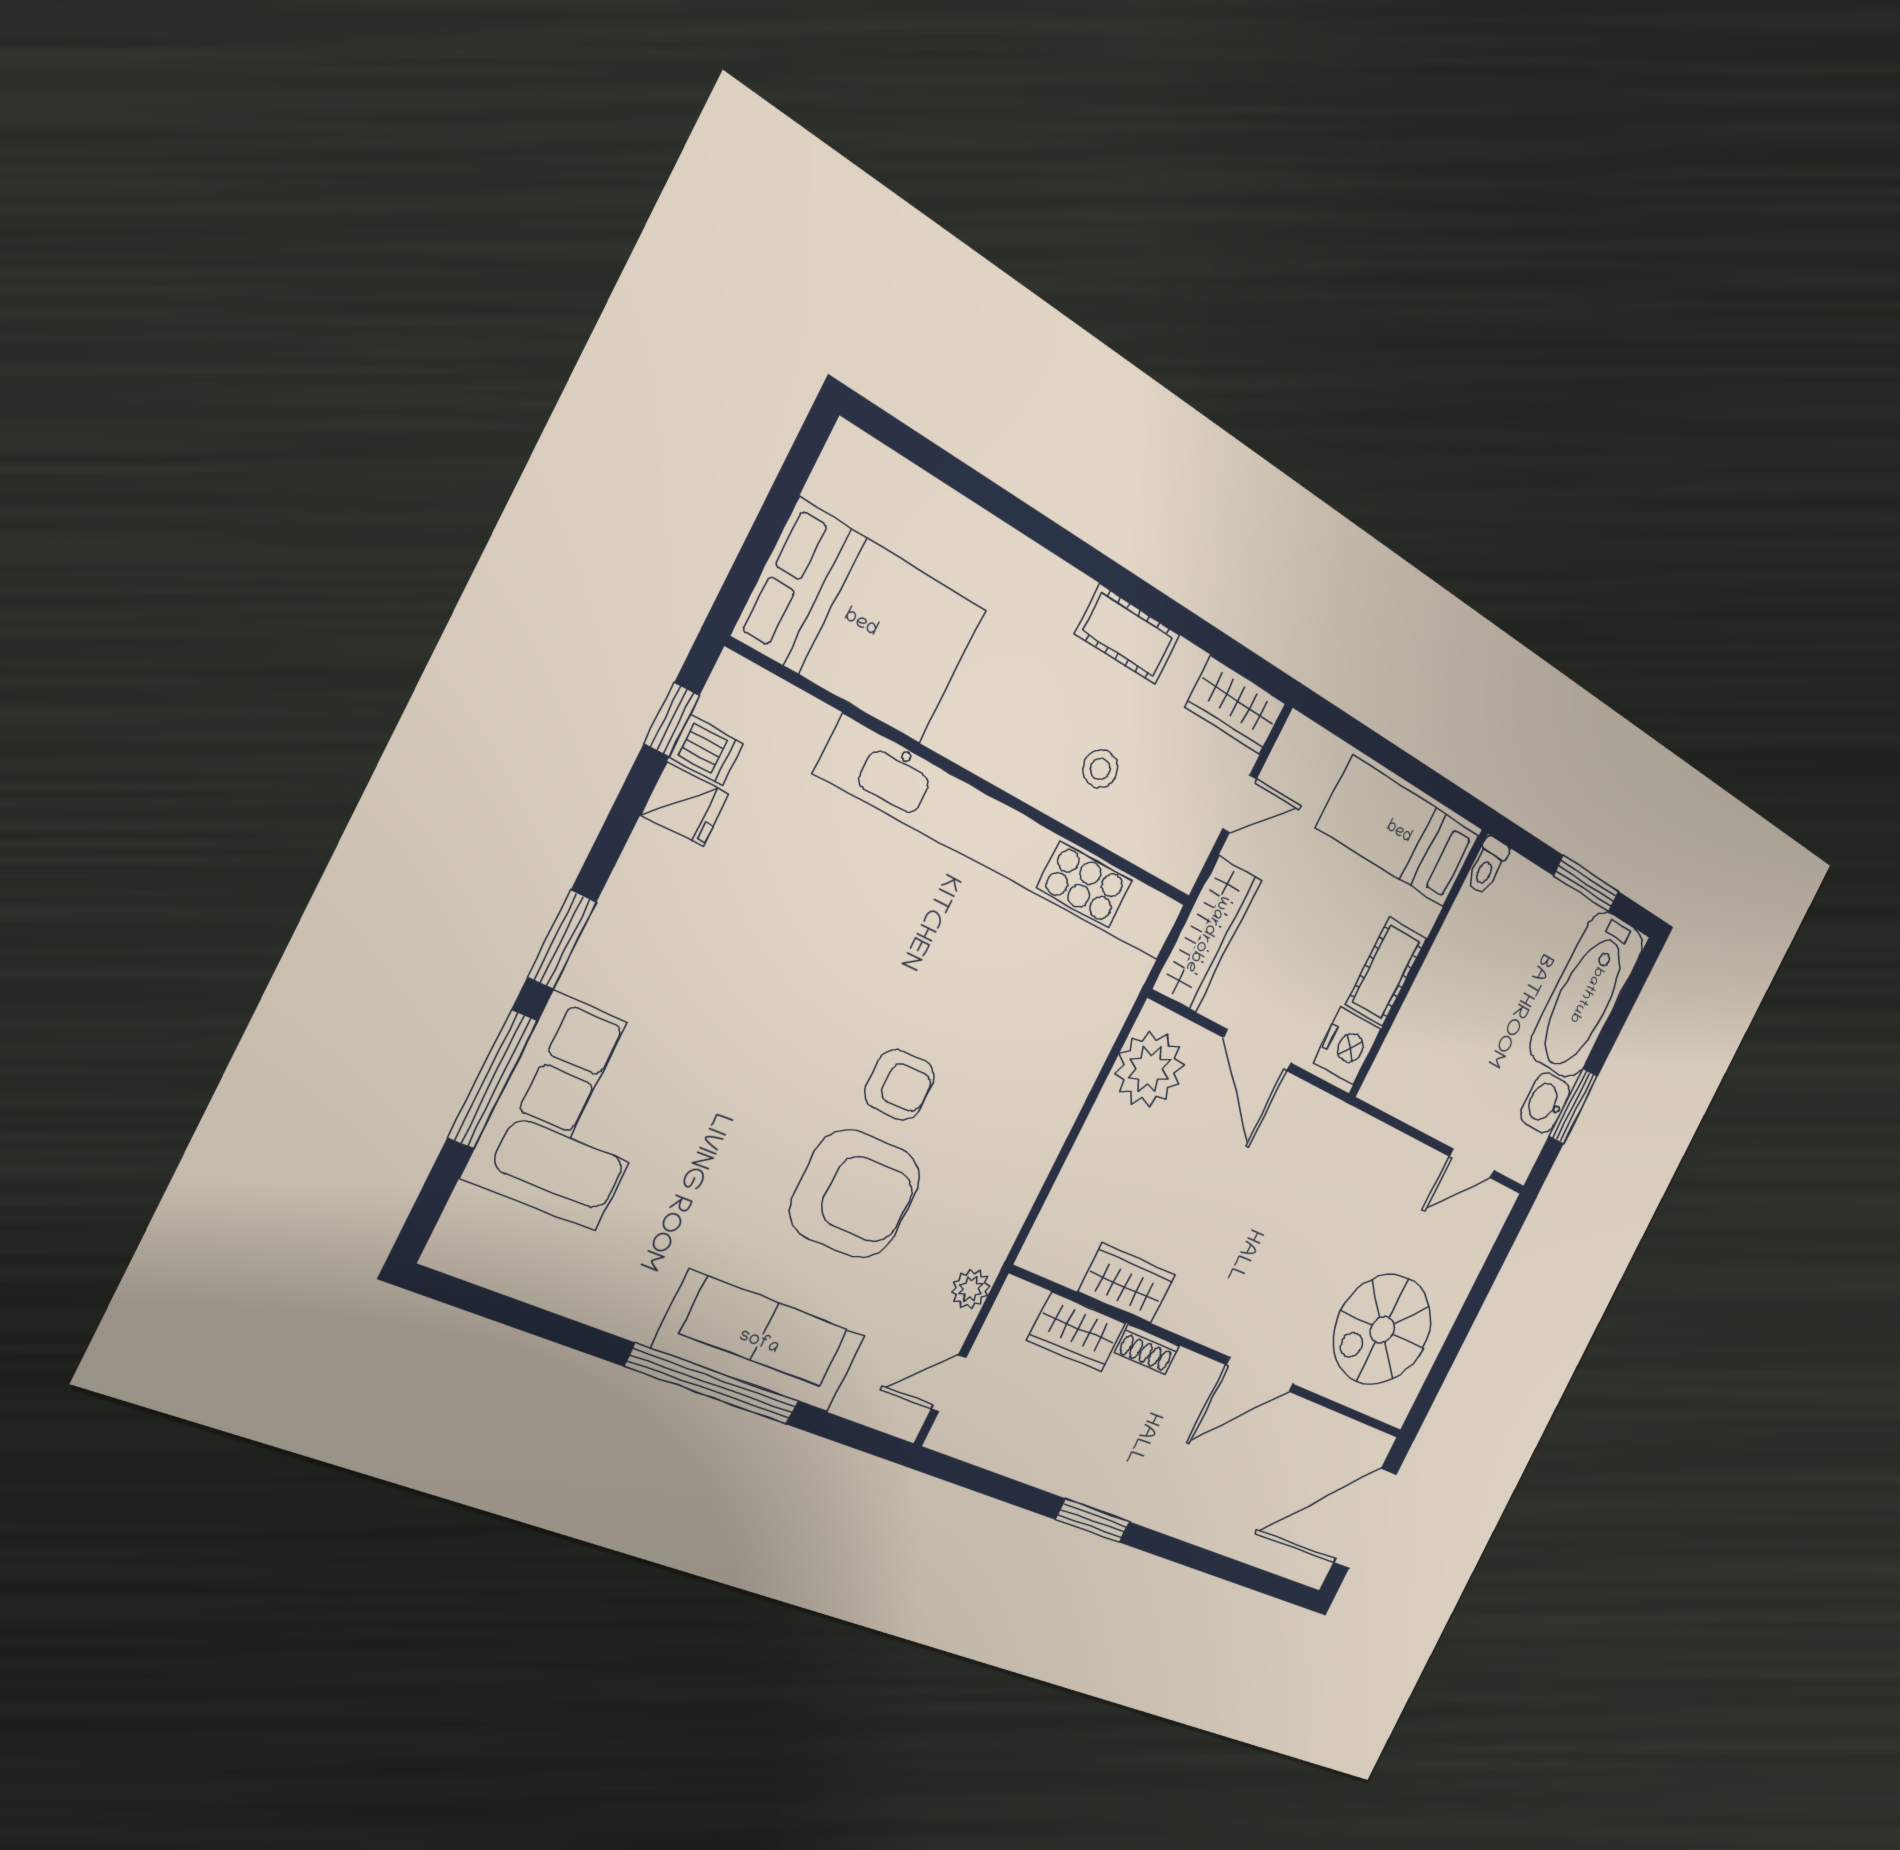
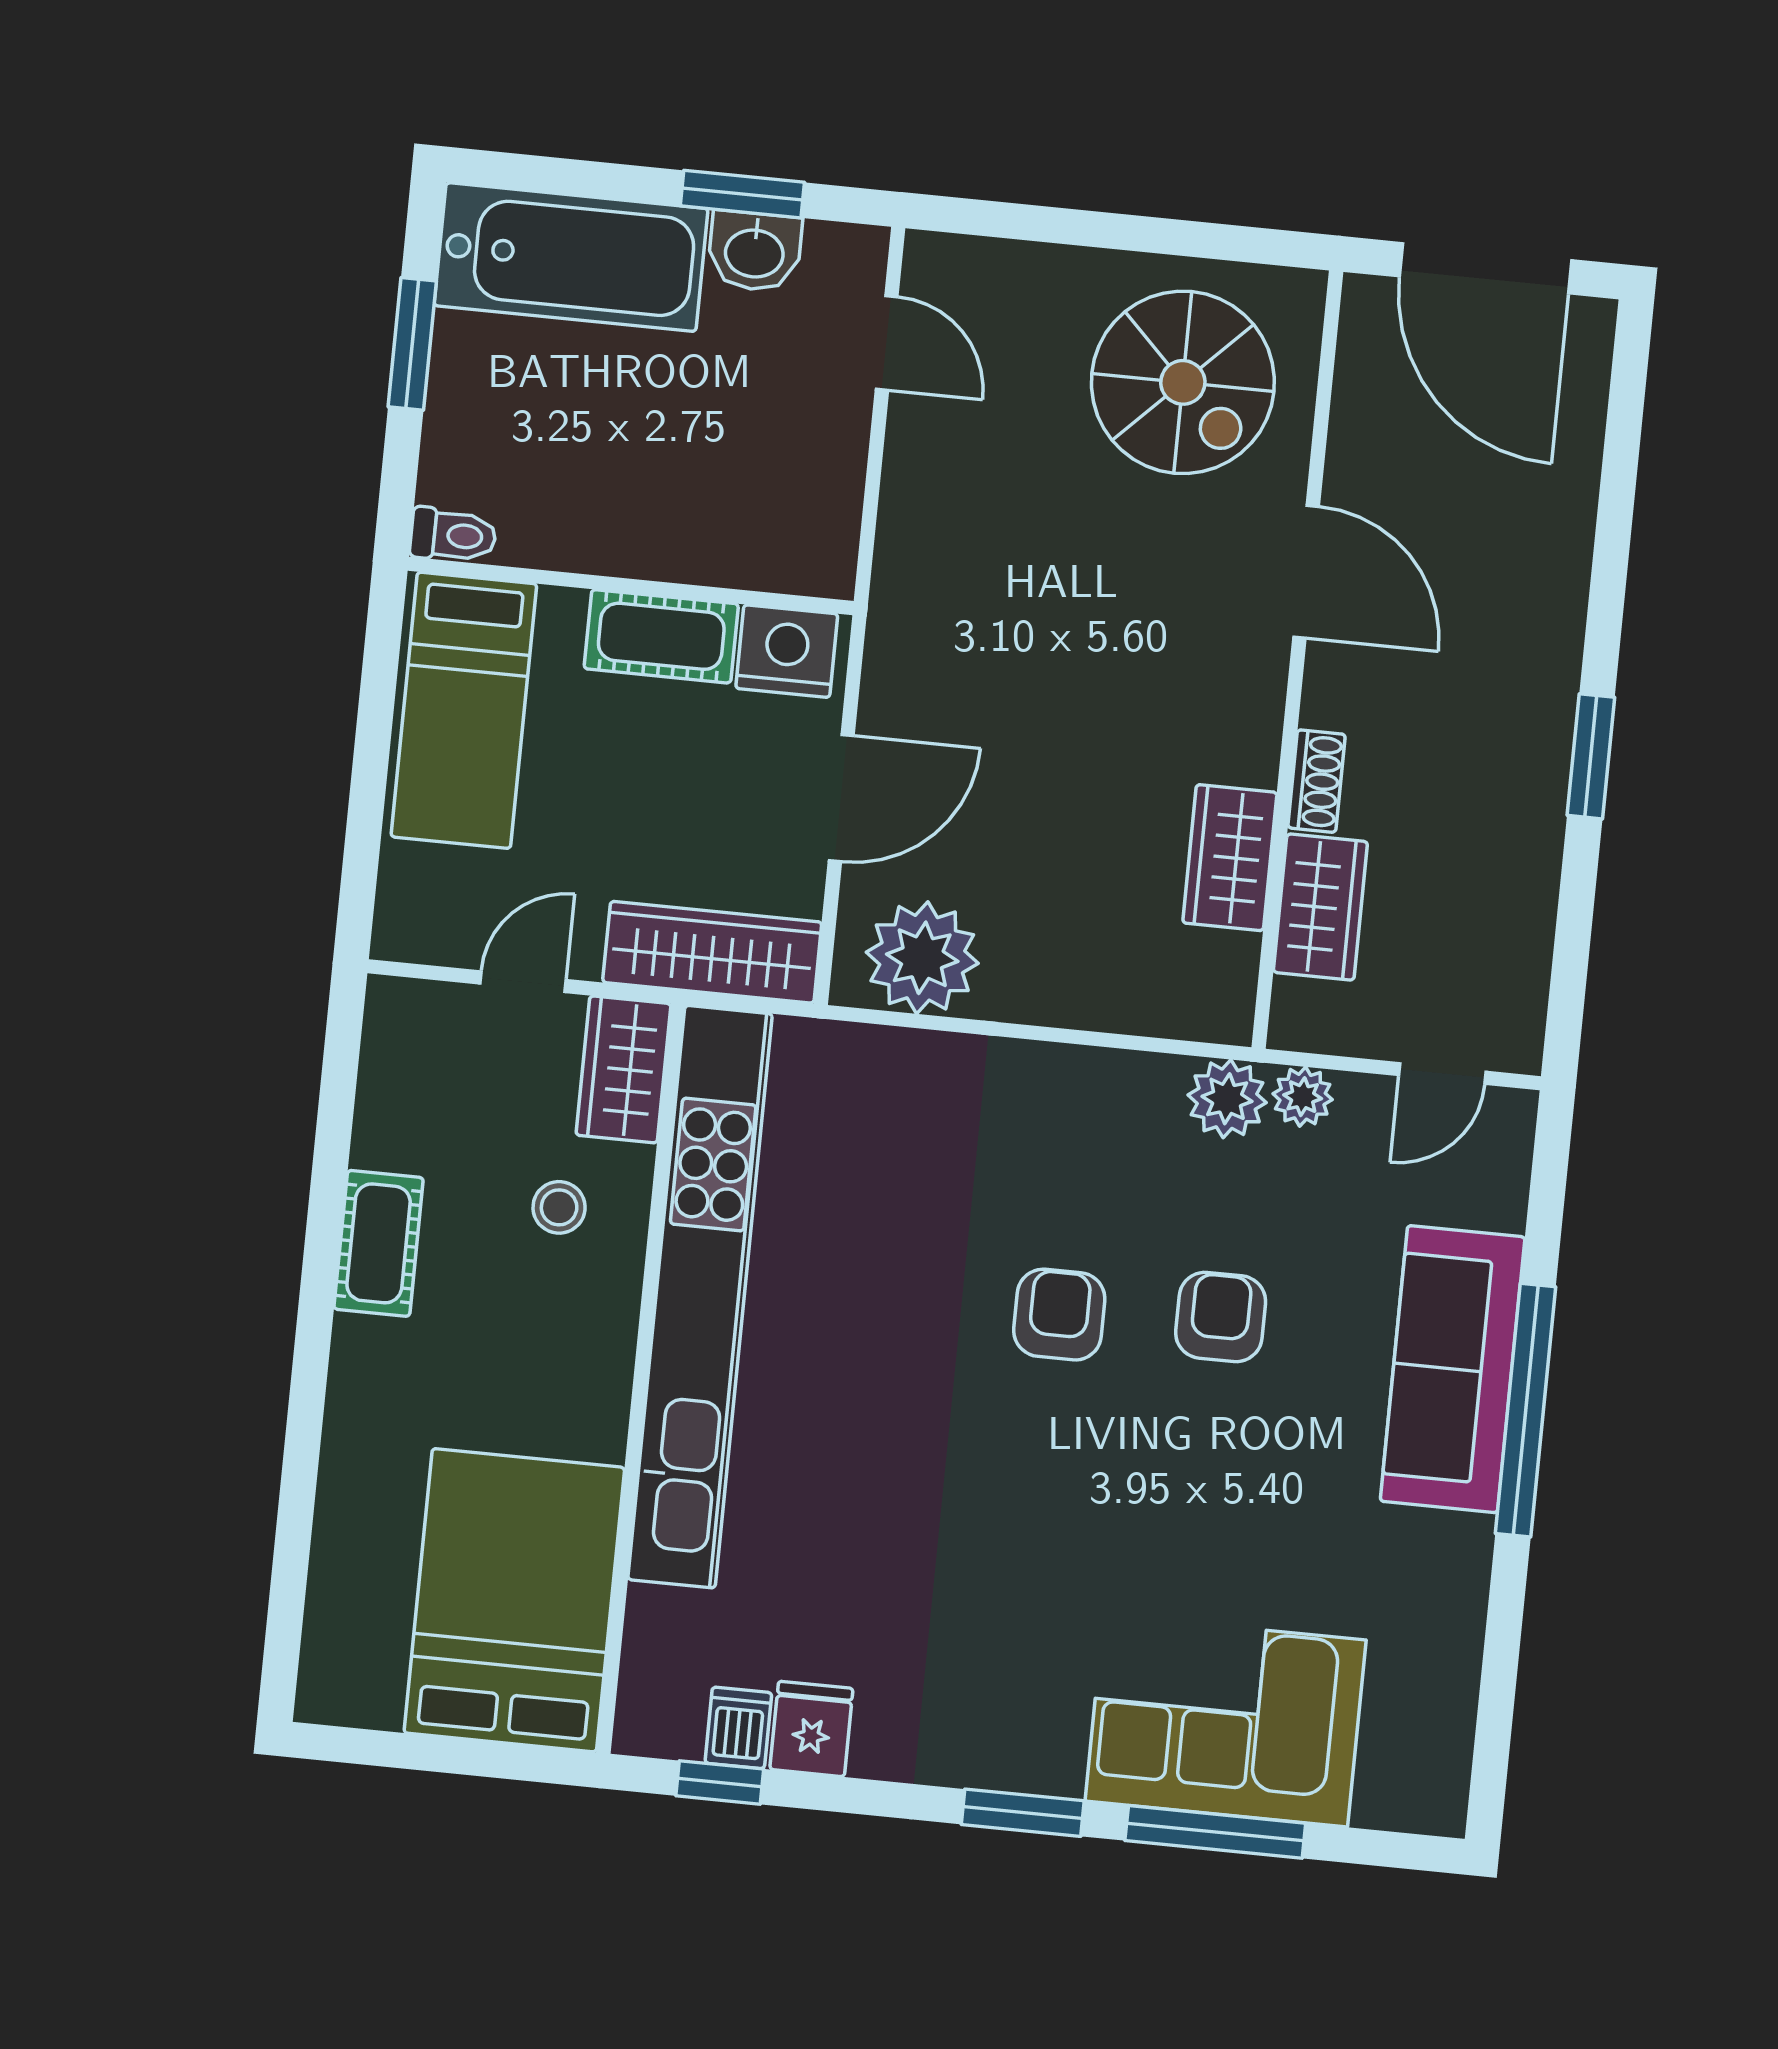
wardrobe: (1236, 705) -> (623, 1069), moved, turned 180
door: (1240, 804) -> (523, 982), hinge flipped
armchair: (855, 1194) -> (1221, 1317), width x0.53, depth x0.53
plant: (989, 1239) -> (1227, 1099), added
door: (949, 1383) -> (1442, 1073), hinge flipped

